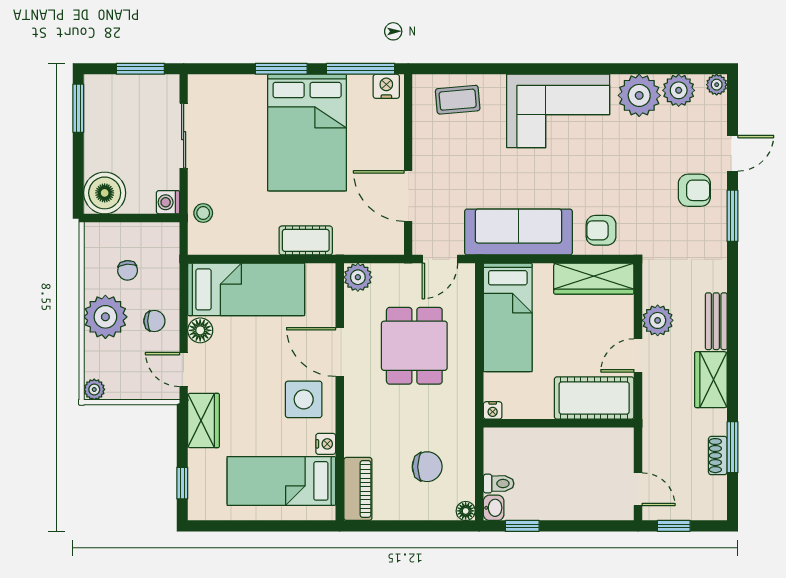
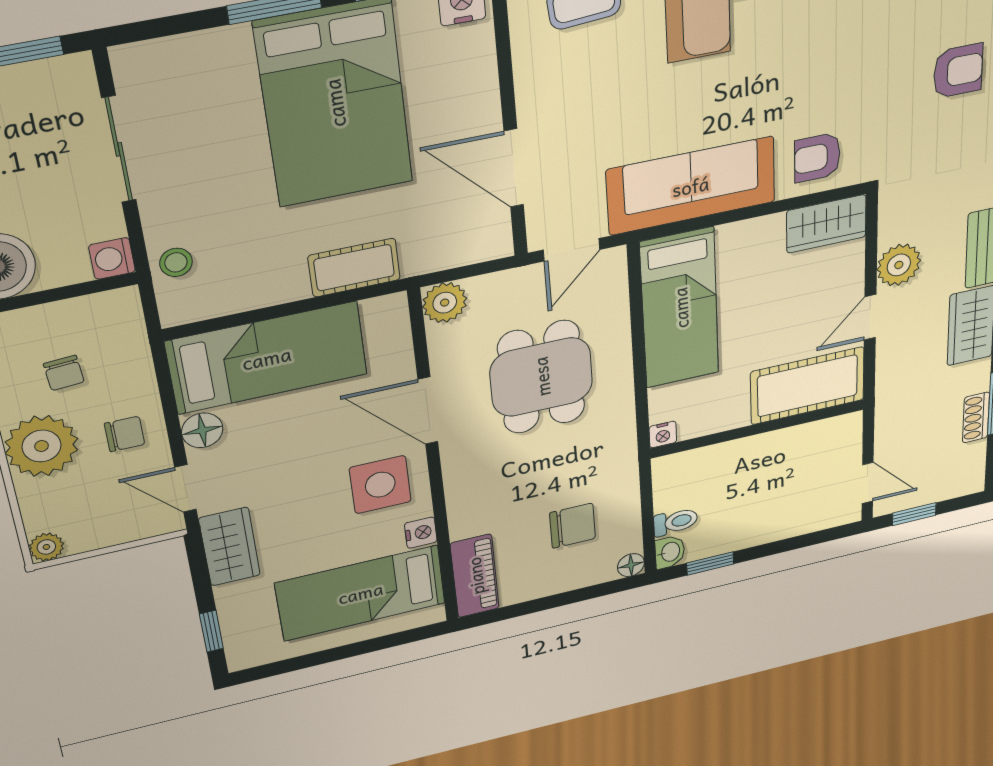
wardrobe: (594, 279) -> (826, 224), width x0.67

